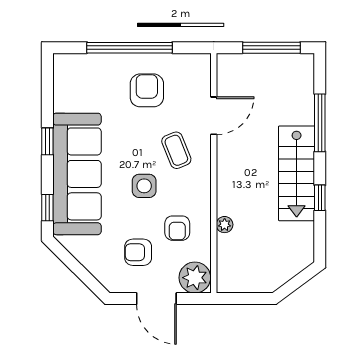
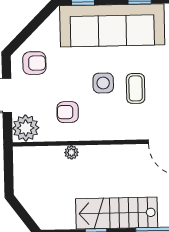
coffee table: (176, 150) -> (136, 88), moved, turned -68
armchair: (138, 252) -> (34, 63), moved, turned 90

